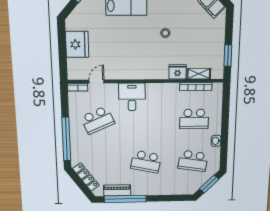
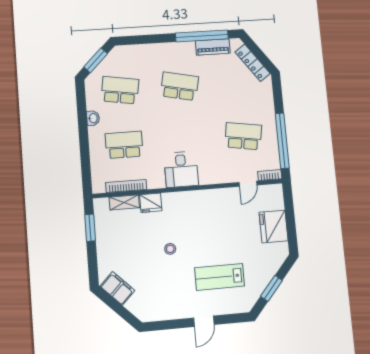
desk: (132, 97) -> (181, 169), moved
school desk: (98, 120) -> (243, 136), turned 33
window: (66, 139) -> (282, 141), moved

